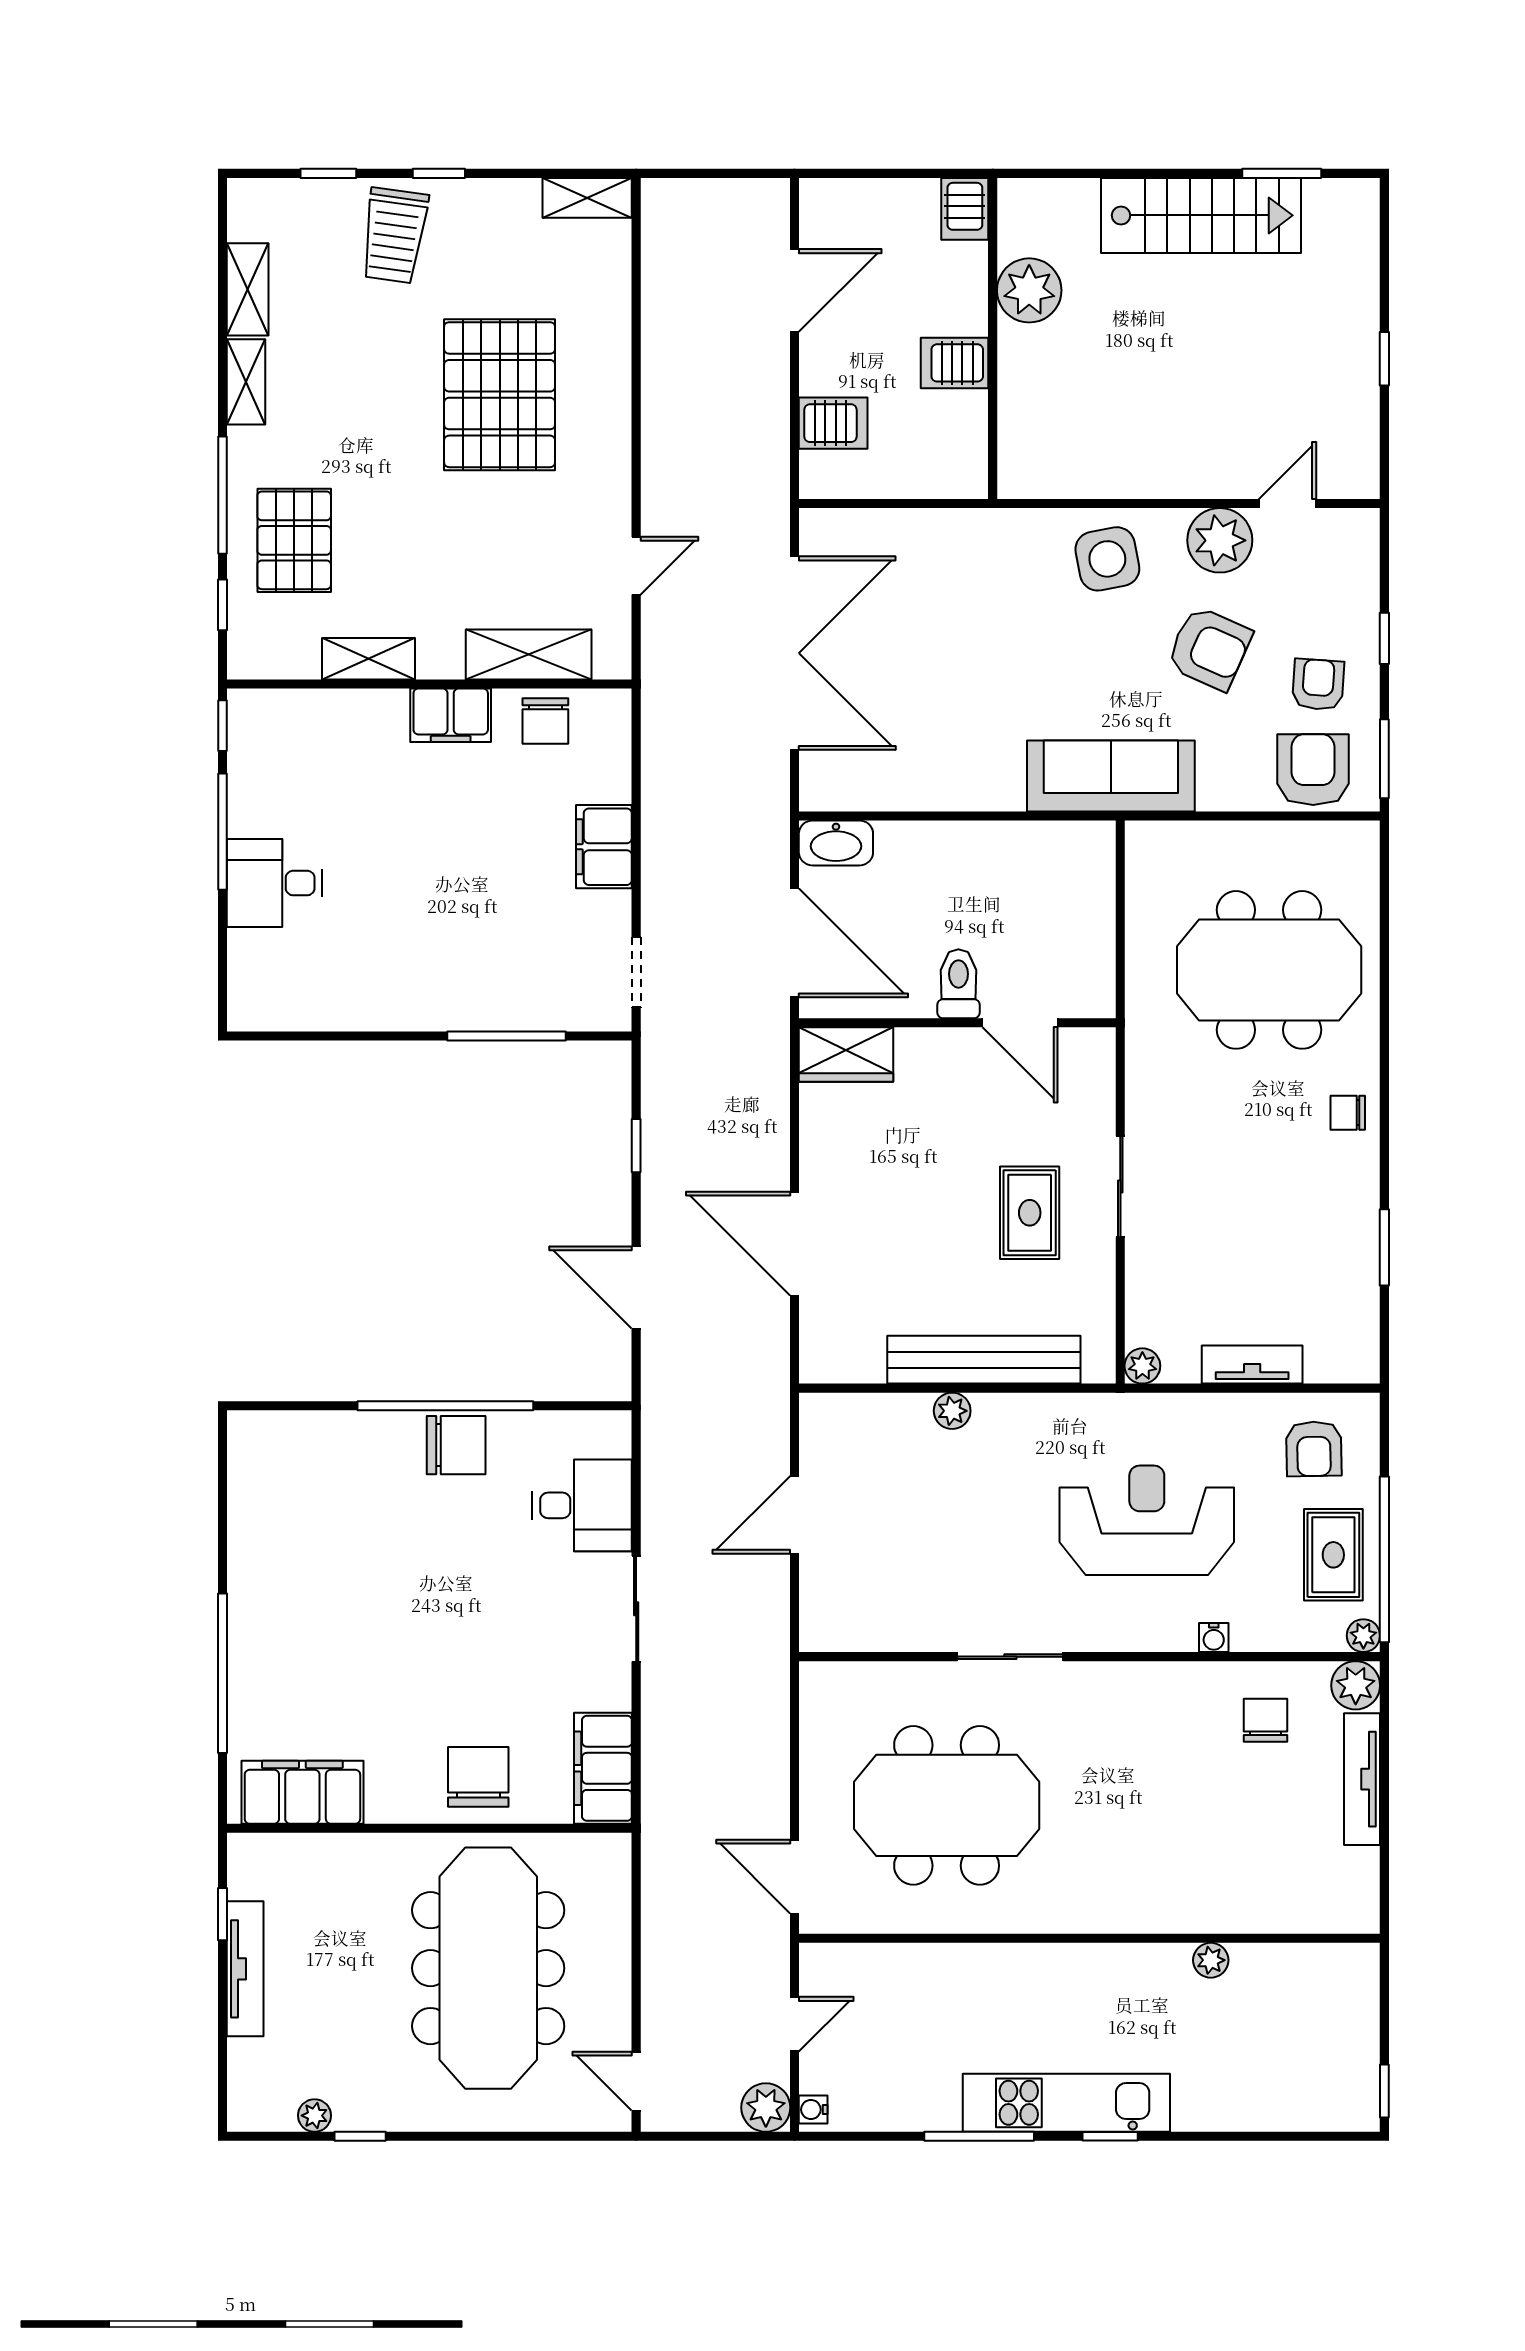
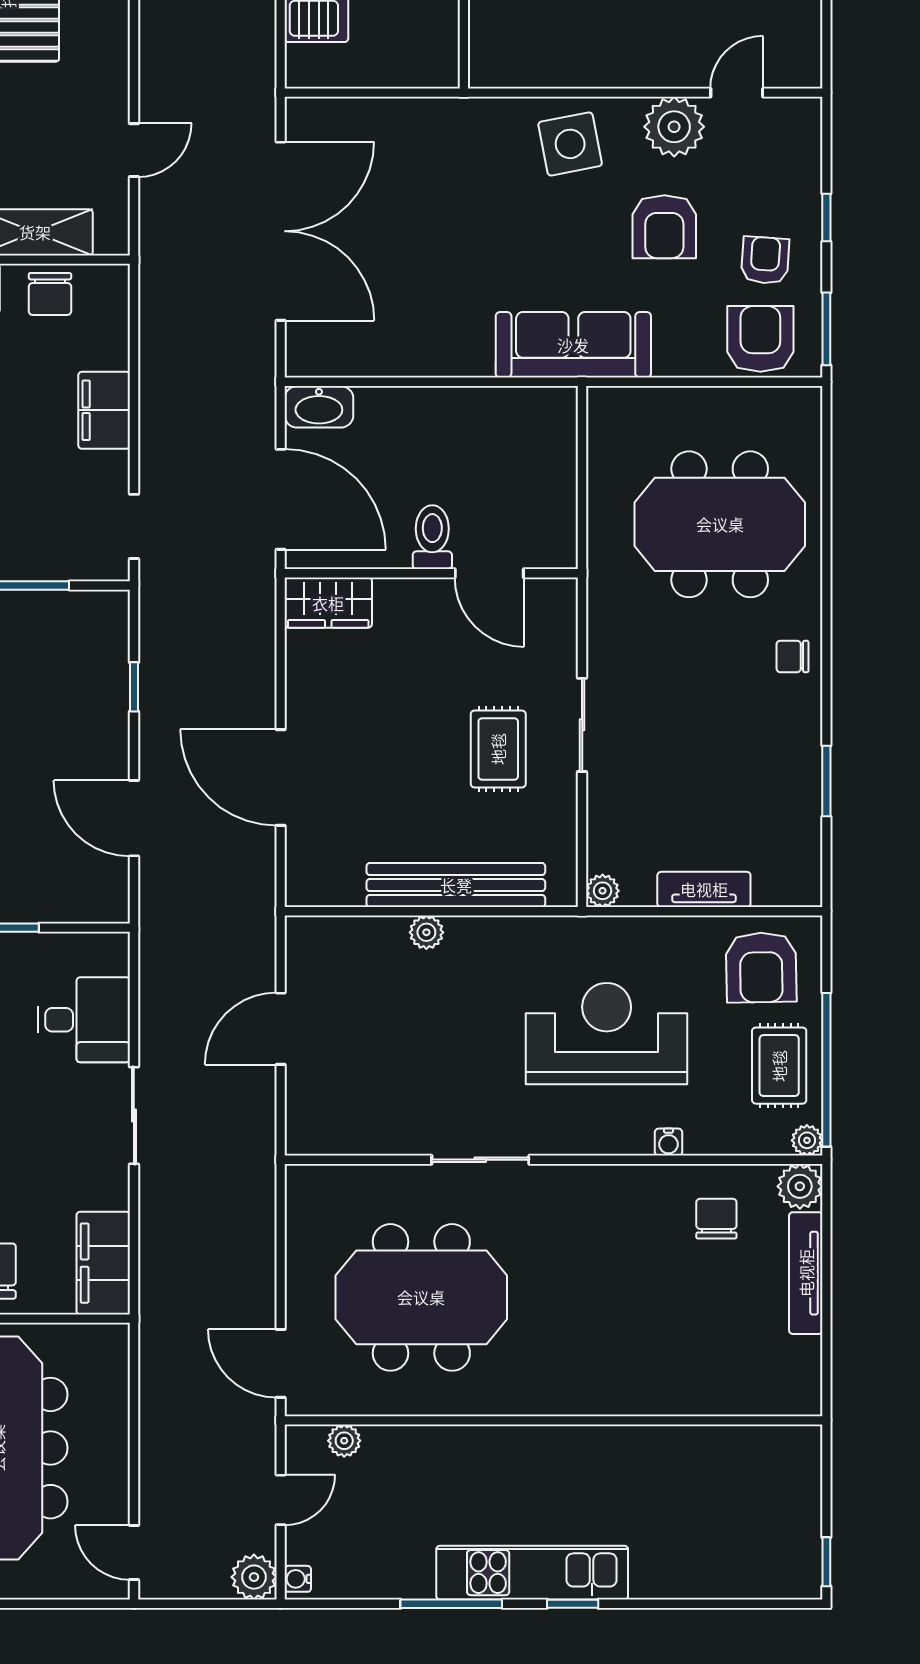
armchair: (1209, 648) -> (664, 227), turned 66
armchair: (1314, 1449) -> (761, 967), width x1.38, depth x1.38
plant: (1211, 1960) -> (344, 1441), moved

